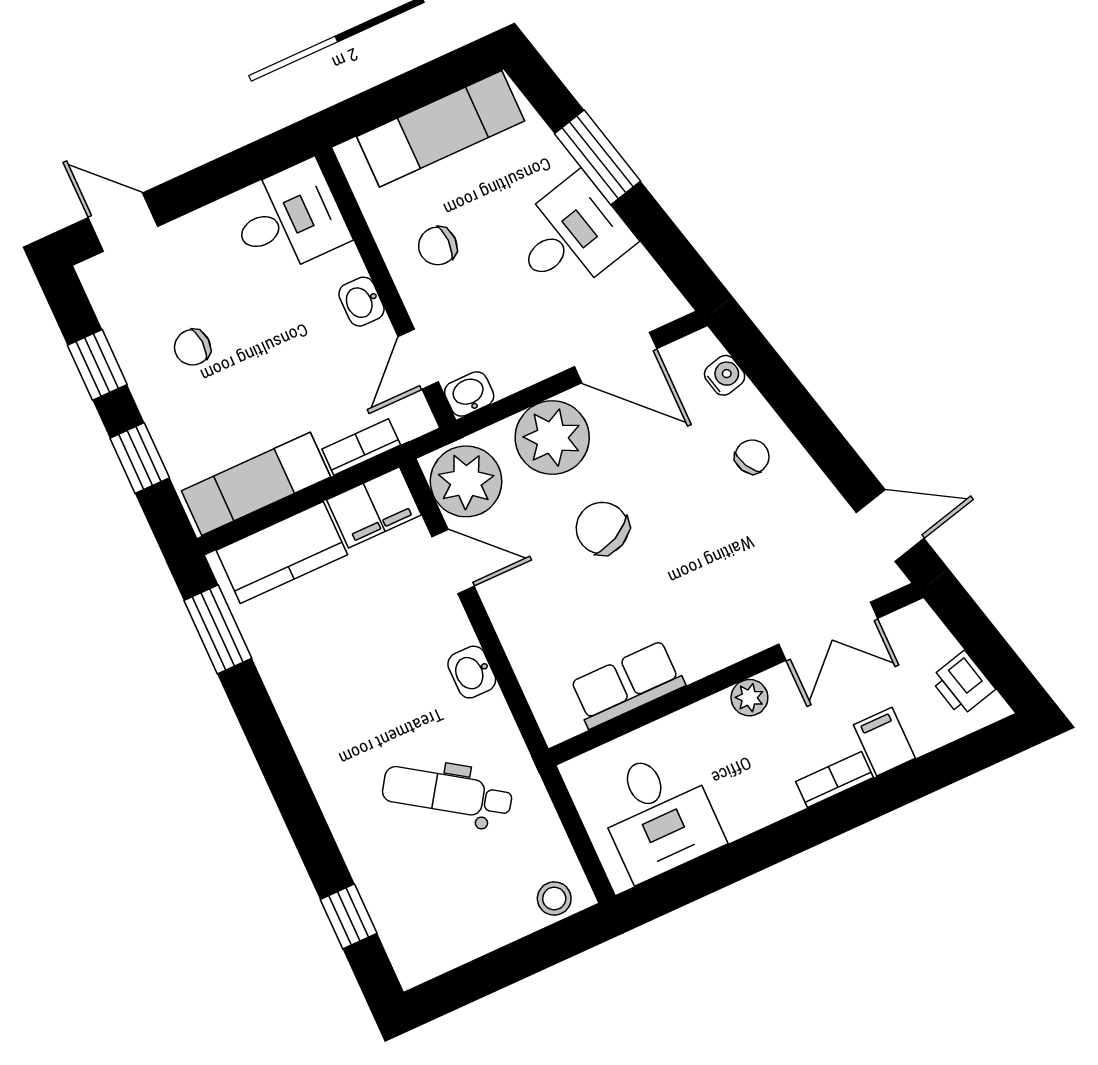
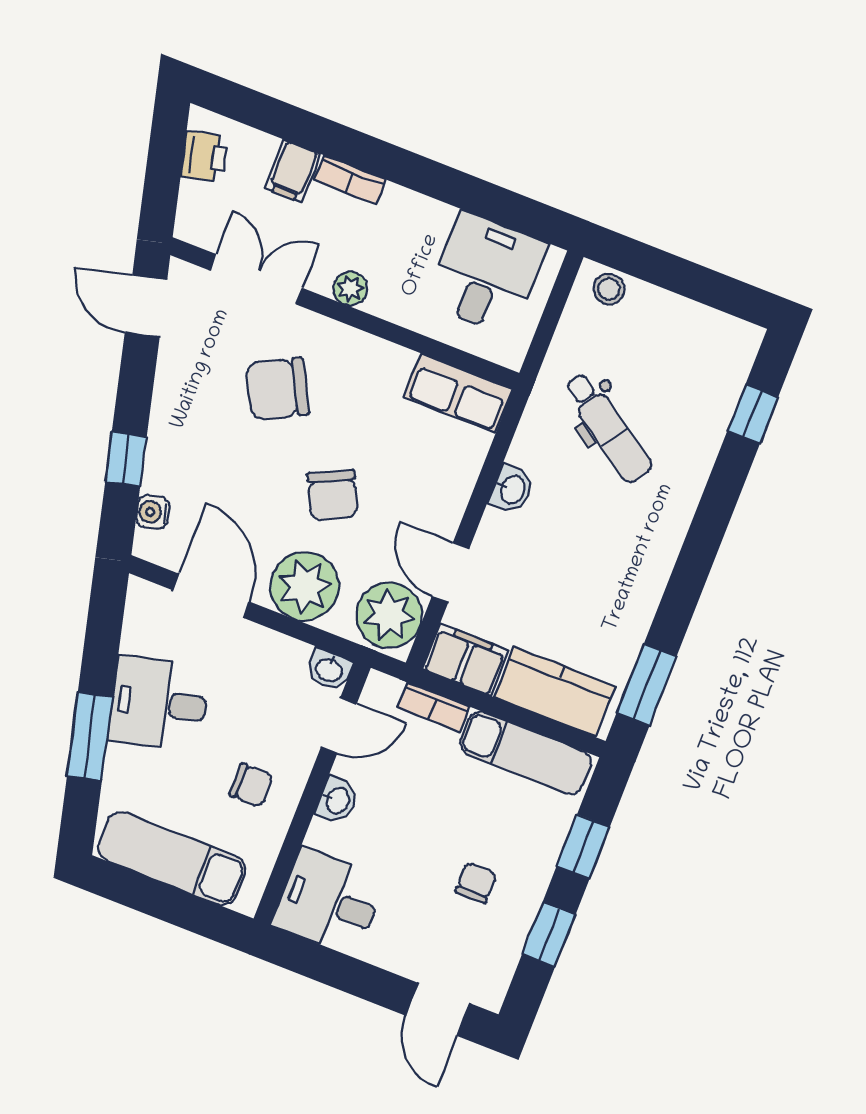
chair: (192, 347) -> (476, 883), turned -87
window: (786, 395) -> (126, 459), added
chair: (752, 457) -> (277, 389), moved, width x1.87, depth x1.87
row of seats: (627, 684) -> (458, 393), moved

